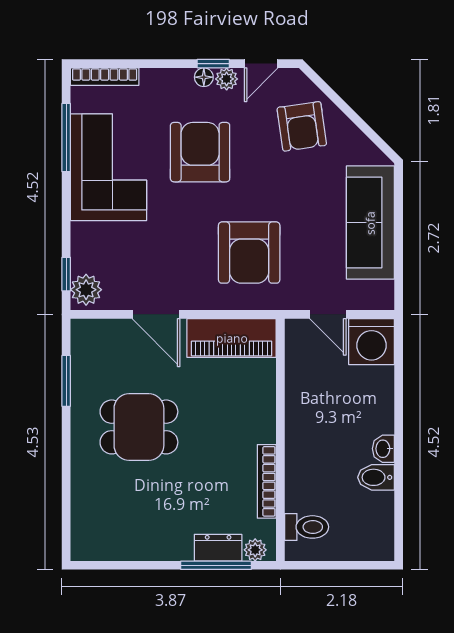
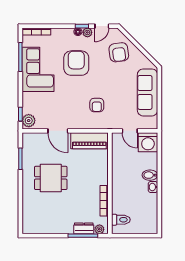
armchair: (249, 253) -> (97, 105), width x0.53, depth x0.53
bidet: (376, 477) -> (150, 175), moved

